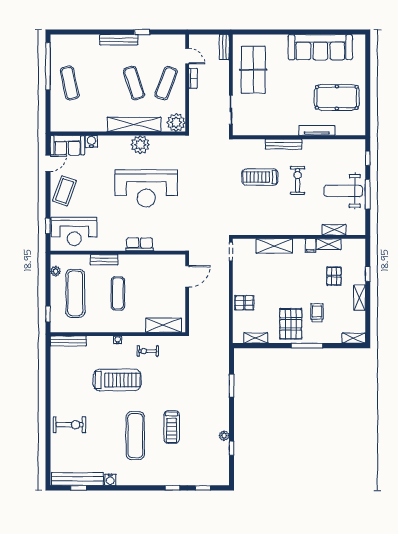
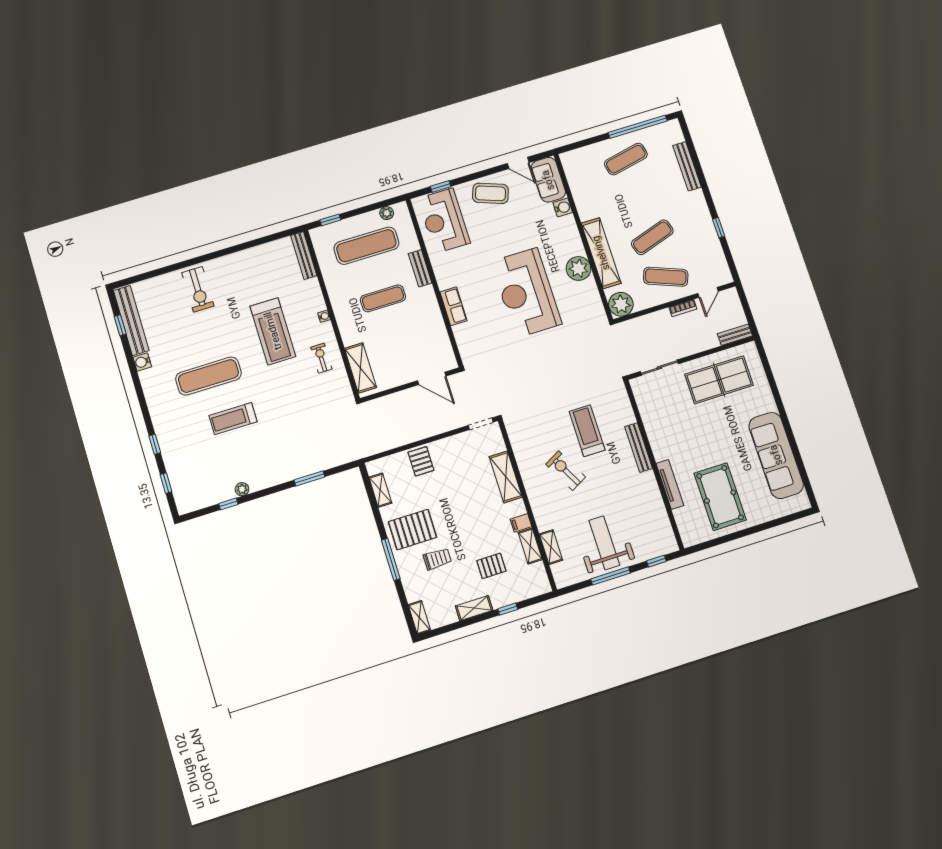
bench: (119, 40) -> (687, 166), moved
exercise bike: (298, 180) -> (566, 471), moved, turned -118

